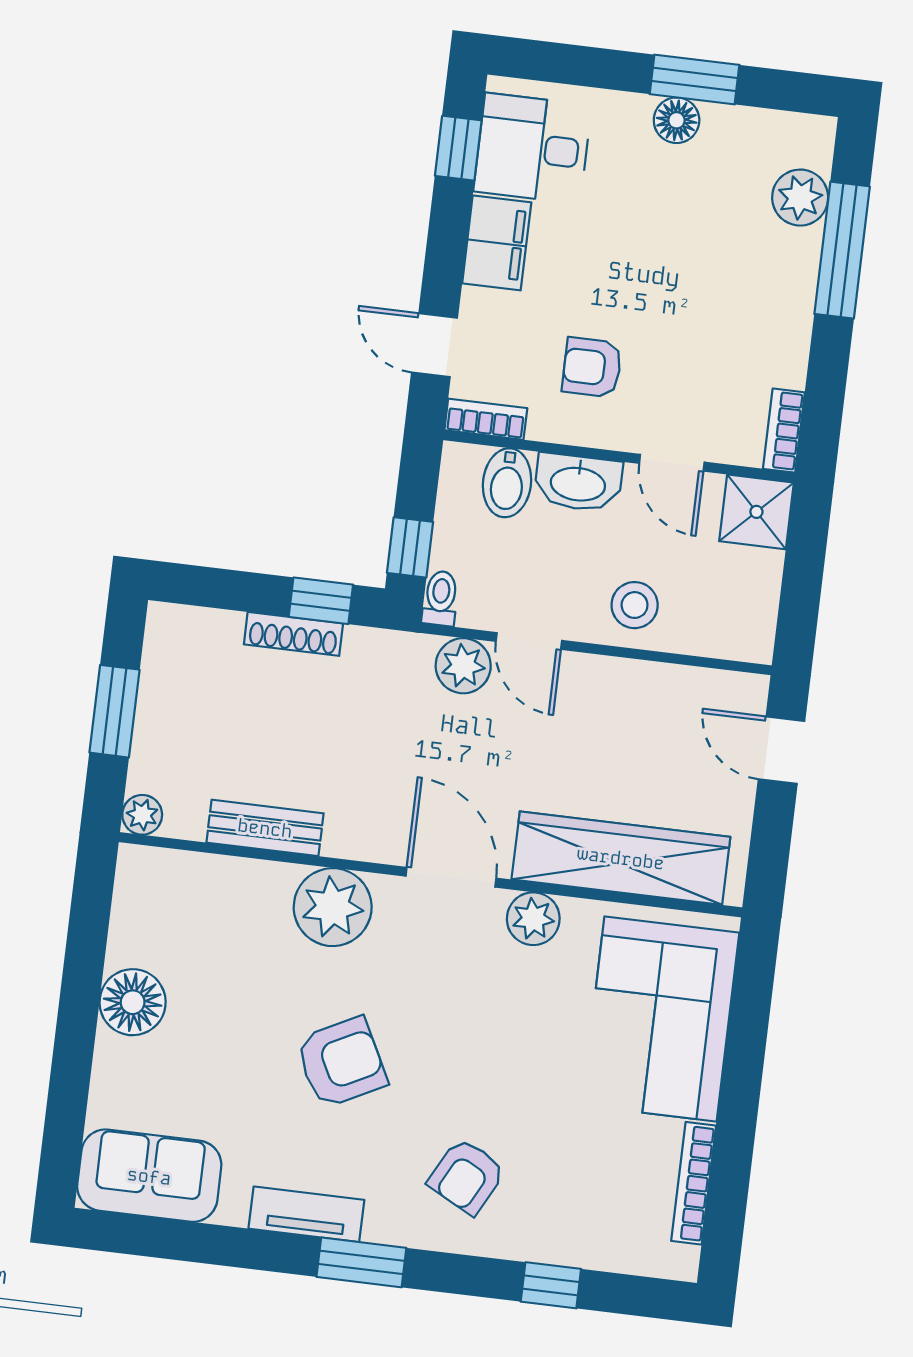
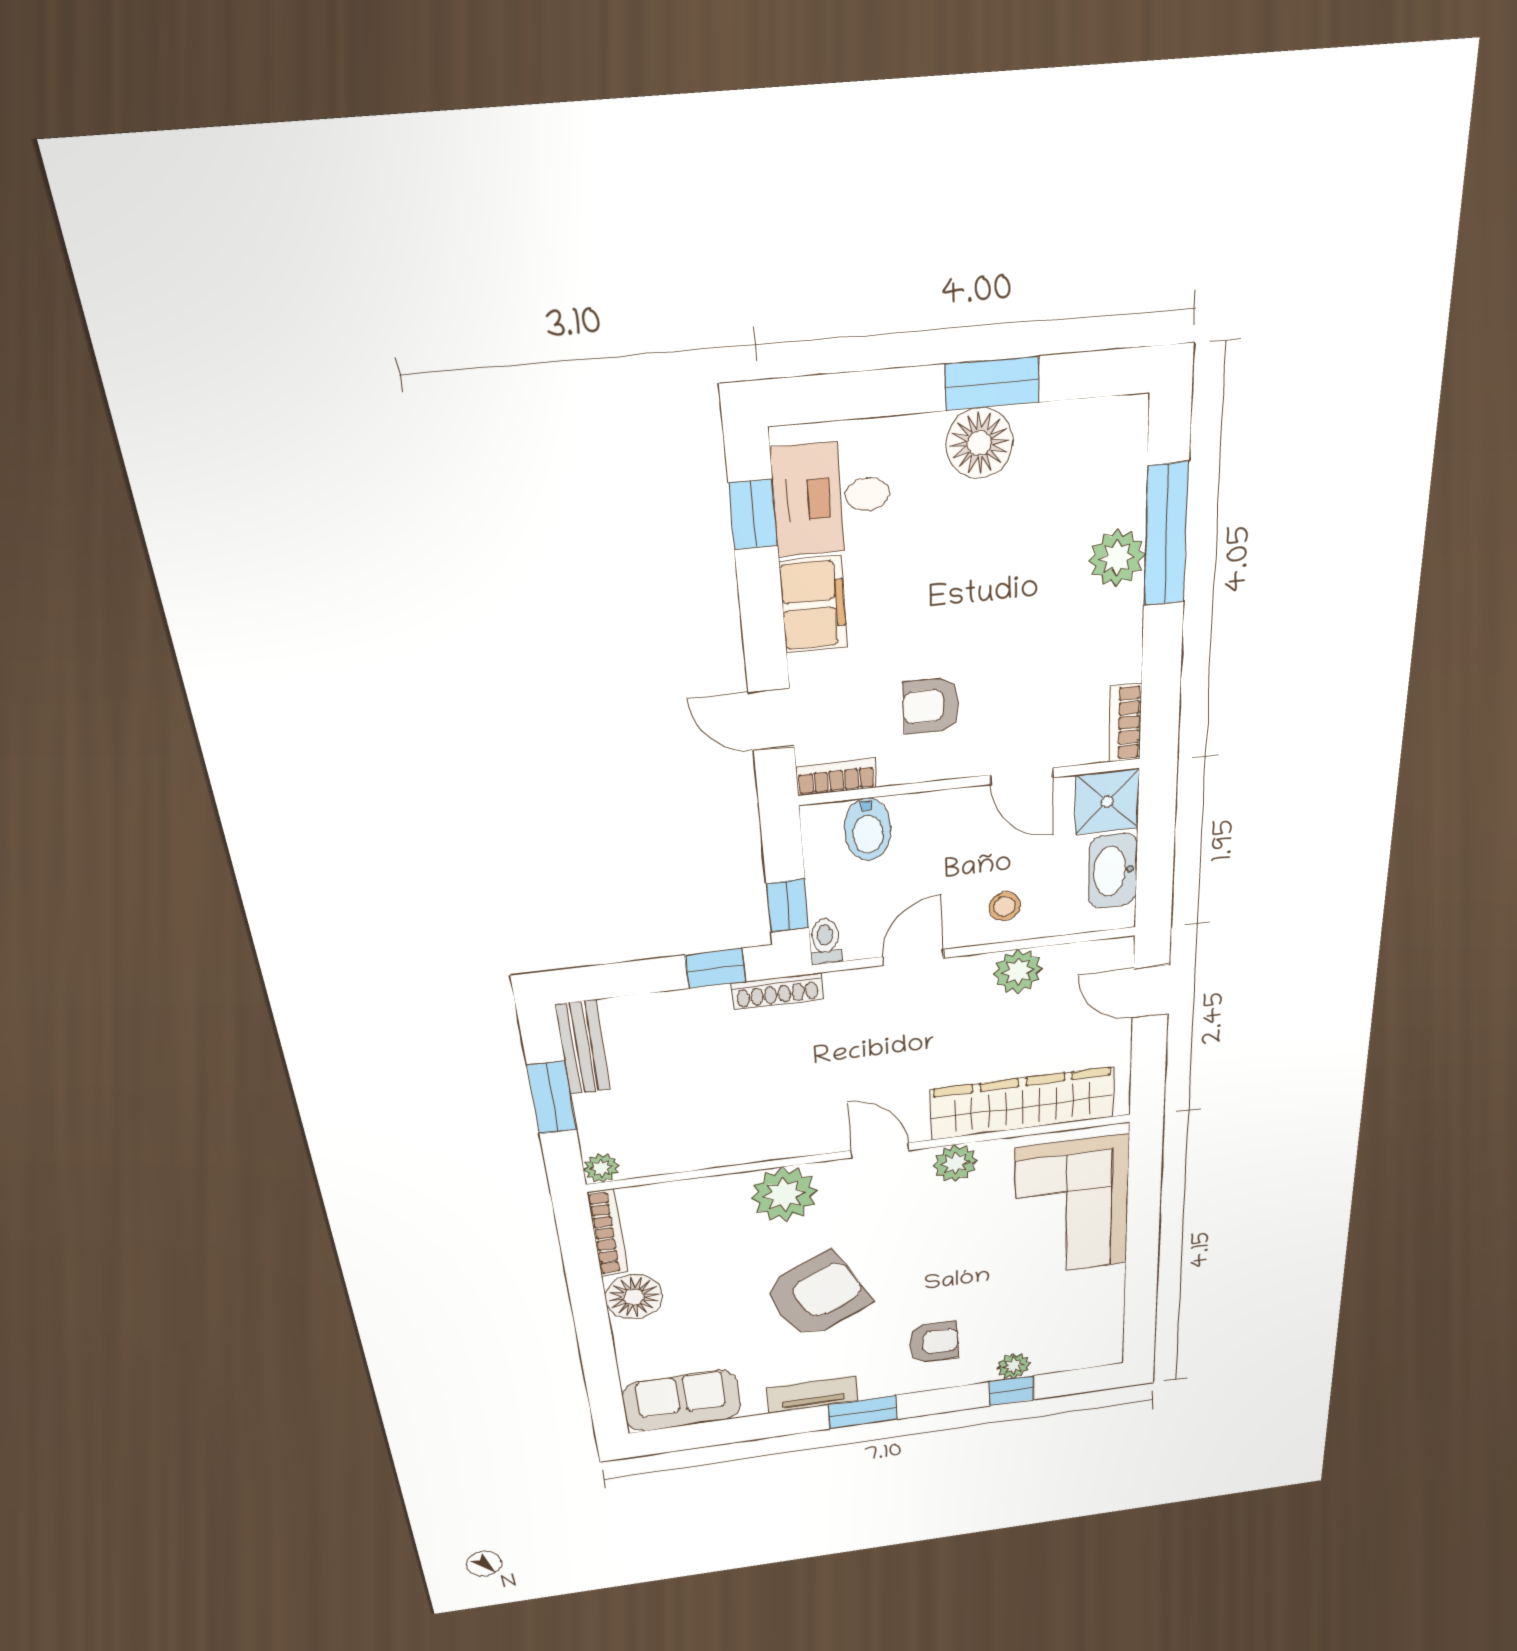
floor lamp: (677, 120) -> (979, 443), width x1.38, depth x1.38
plant: (800, 198) -> (1117, 558), moved
washbasin: (578, 483) -> (1113, 871), moved, turned 90
stool: (635, 605) -> (1005, 906), width x0.73, depth x0.73
shoe rack: (293, 634) -> (777, 991), moved
door: (529, 641) -> (913, 957), swing flipped
plant: (463, 666) -> (1018, 971), moved
bench: (265, 828) -> (583, 1047), moved, turned 90
door: (451, 877) -> (880, 1150), width x0.73
armchair: (341, 1062) -> (817, 1295), width x1.36, depth x1.36
armchair: (467, 1176) -> (934, 1342), turned -118
bookcase: (694, 1183) -> (608, 1233), moved, turned 180
plant: (559, 1245) -> (1013, 1366), added

